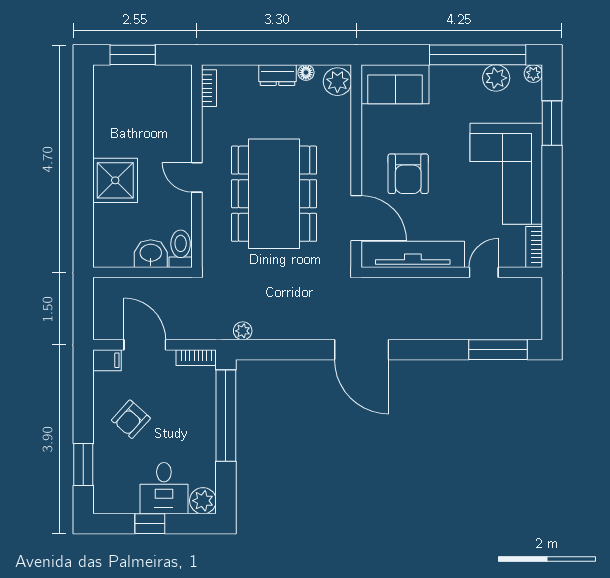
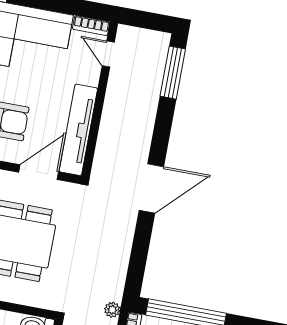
door: (484, 272) -> (108, 54), moved
plant: (243, 331) -> (112, 310), moved

